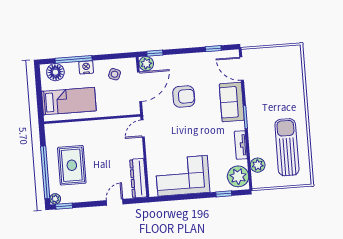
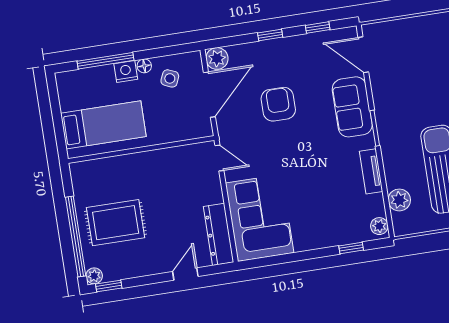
window: (155, 53) -> (270, 35), moved
floor lamp: (55, 72) -> (144, 66), moved, width x0.53, depth x0.53
armchair: (184, 96) -> (278, 104), turned -90
door: (143, 129) -> (219, 158), swing flipped
rug: (72, 165) -> (116, 223), turned 90
corner sofa: (183, 176) -> (260, 218), moved, turned 90
plant: (238, 176) -> (379, 226), width x0.53, depth x0.53

